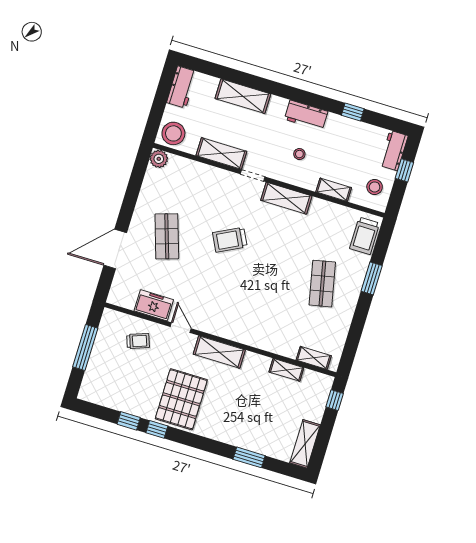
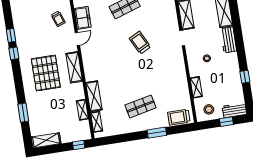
workbench: (306, 115) -> (229, 40), moved
shelving: (286, 198) -> (94, 96), moved
pallet: (181, 399) -> (46, 73), moved, turned 90

